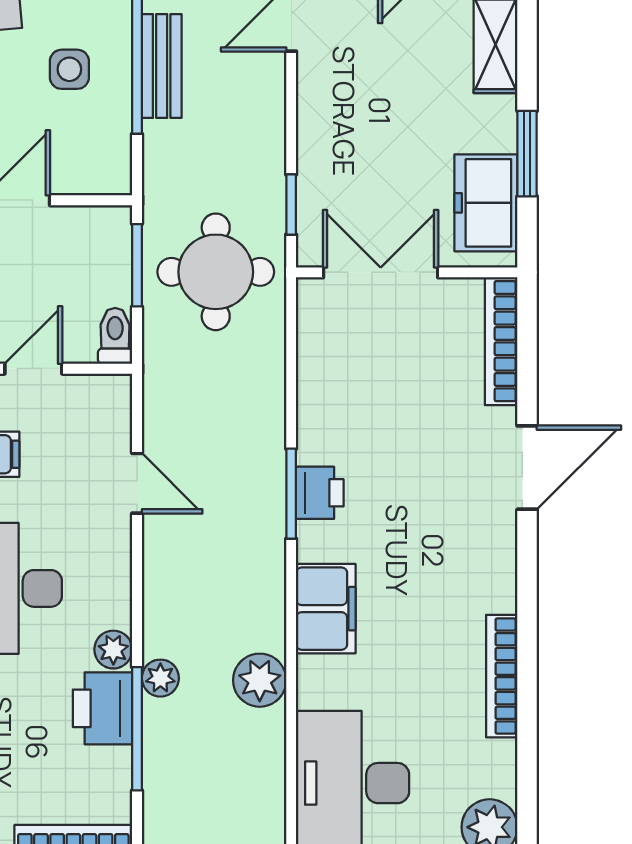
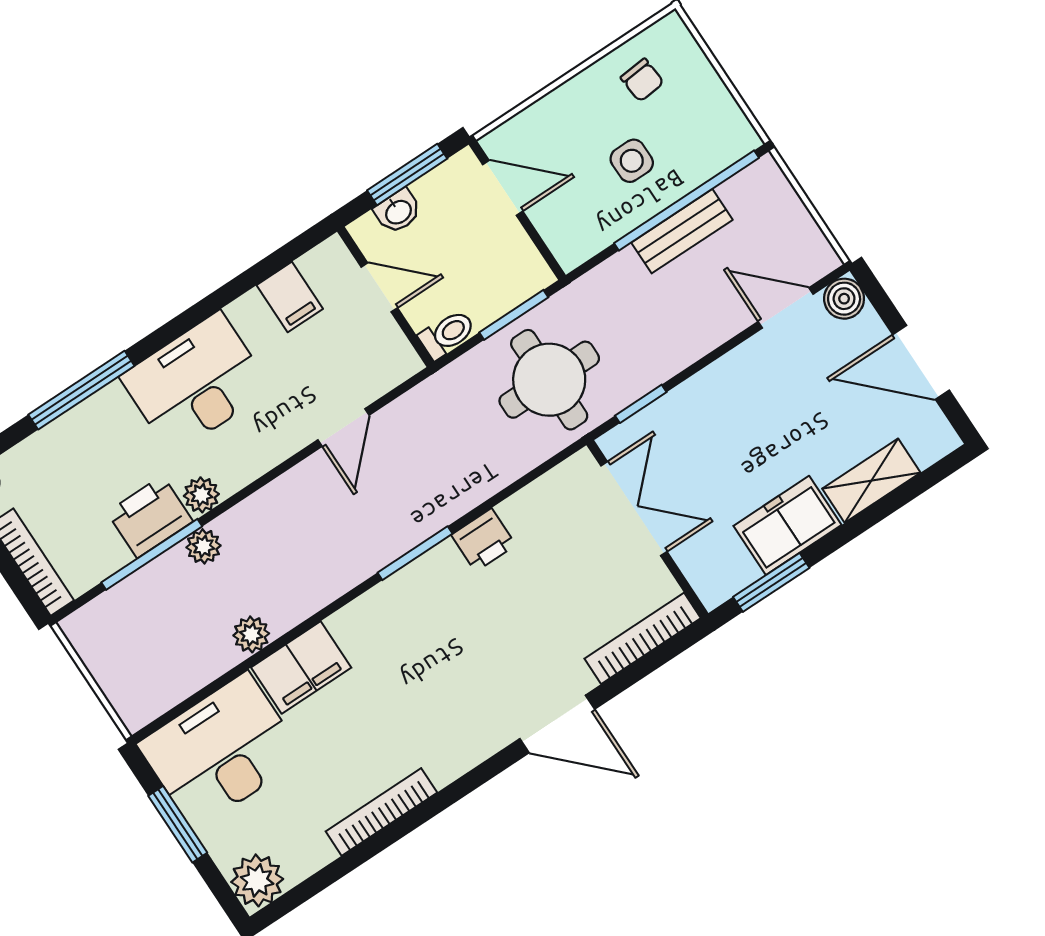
window: (527, 154) -> (771, 582), moved
freezer: (486, 203) -> (787, 525), moved
printer: (320, 493) -> (483, 540), moved
filing cabinet: (326, 609) -> (301, 667), moved
plant: (260, 680) -> (251, 634), width x0.73, depth x0.73

